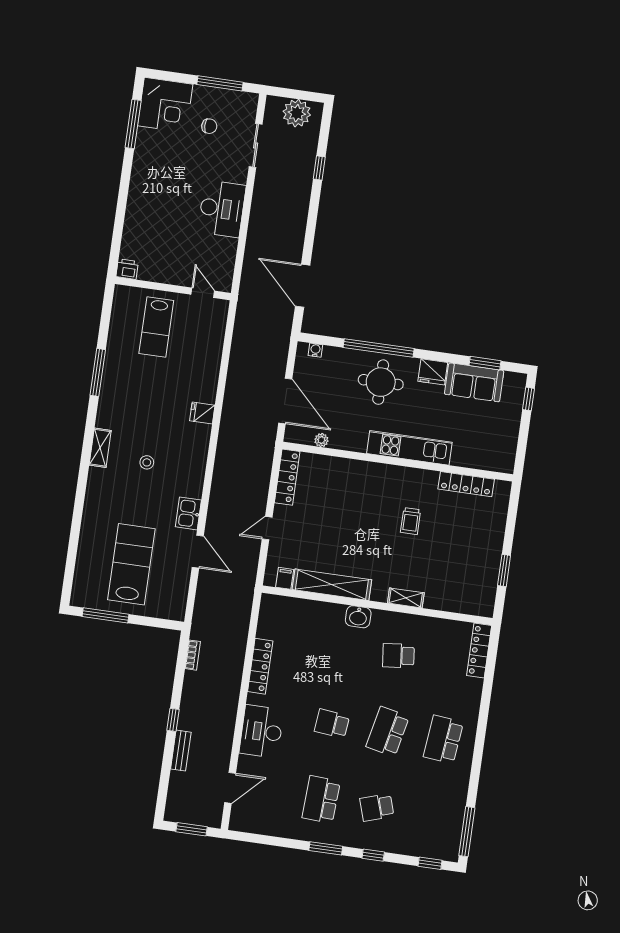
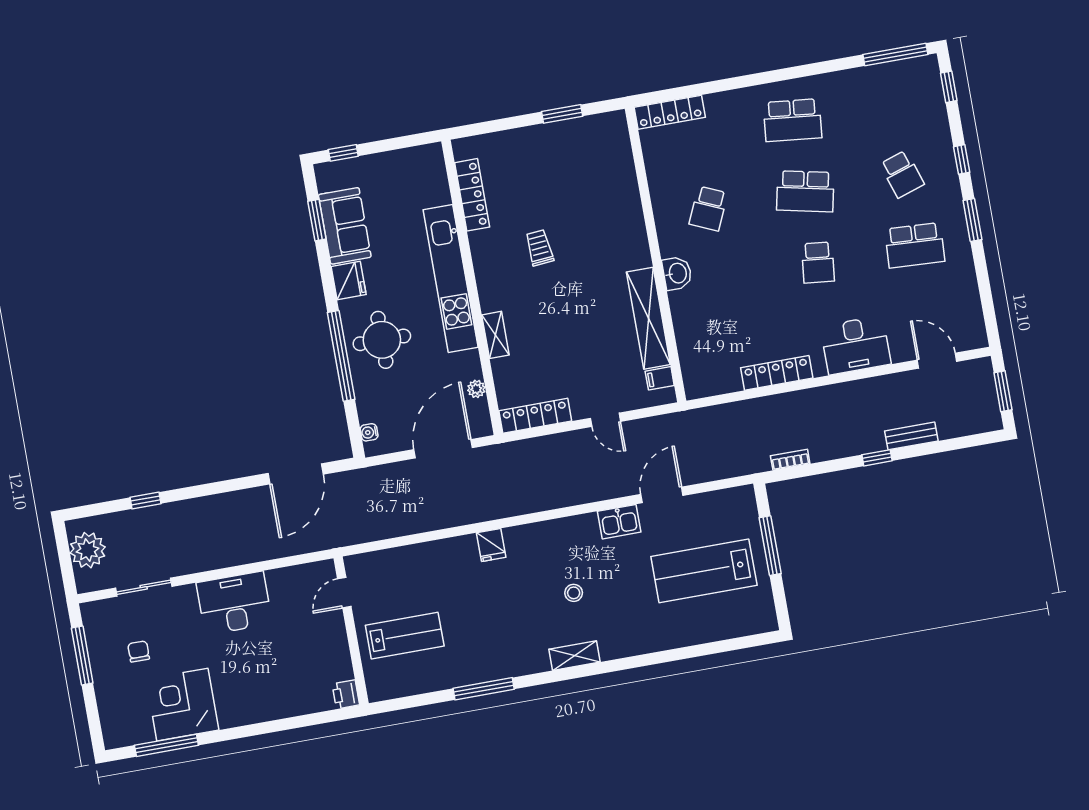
corner desk: (165, 105) -> (182, 705), moved, turned -90
kitchen unit: (409, 448) -> (451, 279), width x1.36
trolley: (411, 521) -> (539, 248), turned -95
shelving: (406, 598) -> (495, 335), moved
window: (106, 615) -> (770, 546), moved
school desk: (398, 656) -> (708, 209), turned 30

